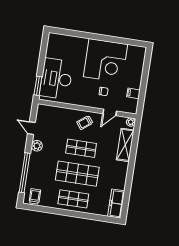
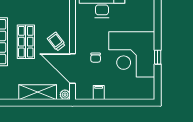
window: (111, 39) -> (158, 57), added
door: (110, 112) -> (72, 69), width x1.87

